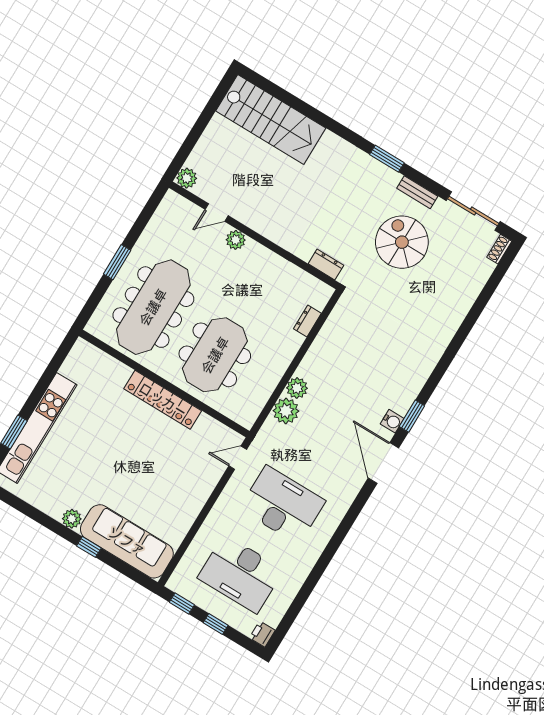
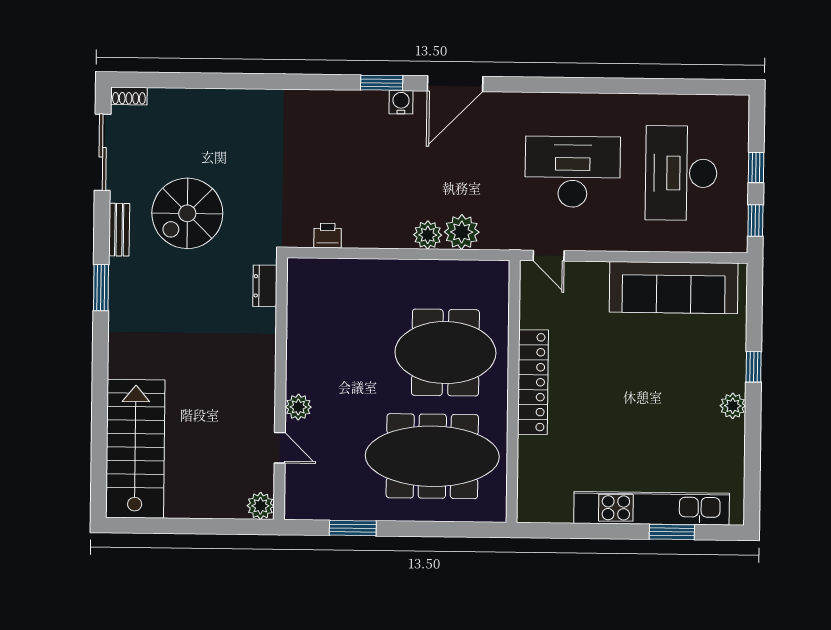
window: (117, 262) -> (353, 528), moved
dresser: (307, 321) -> (343, 269), removed
desk: (282, 505) -> (573, 172), turned 90
sofa: (127, 541) -> (674, 288), moved, turned -90
desk: (240, 574) -> (681, 173), turned 180
printer: (262, 634) -> (328, 236), moved, turned 180

